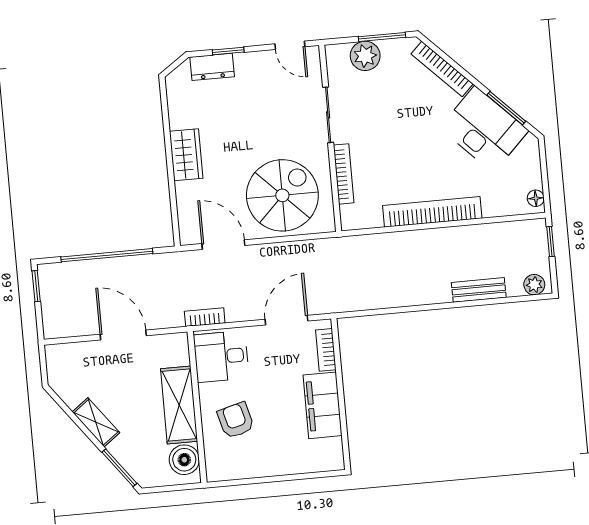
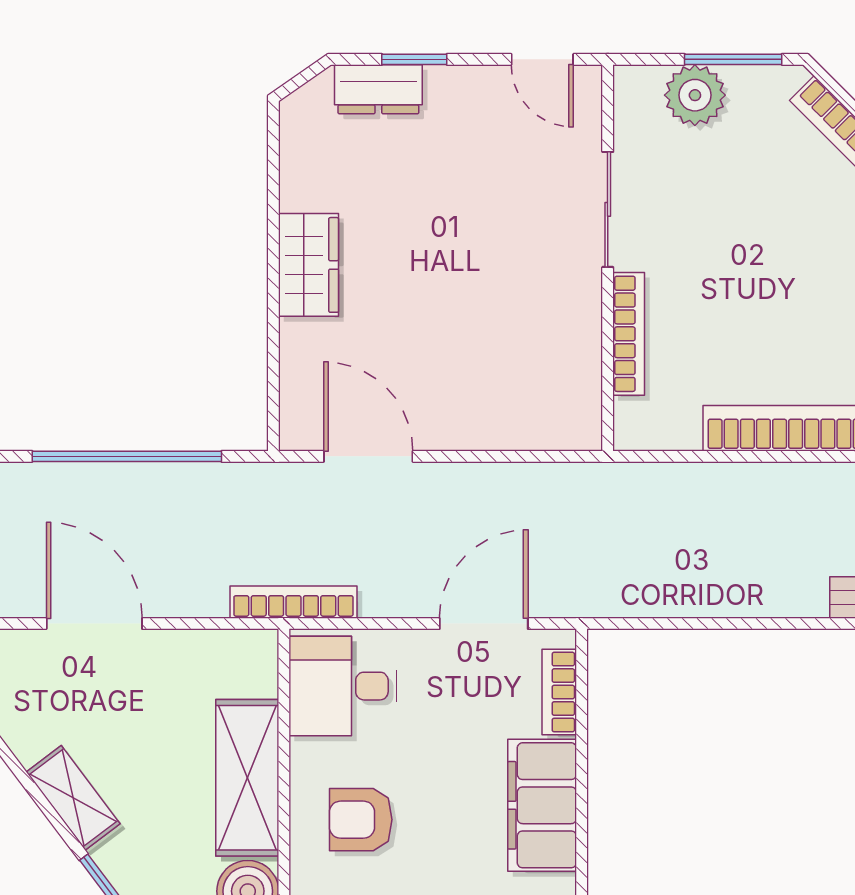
spiral stairs: (282, 195) -> (499, 366), removed
bookcase: (205, 317) -> (293, 602), width x1.56
door: (123, 335) -> (94, 624), moved
armchair: (236, 420) -> (361, 820), turned -75

